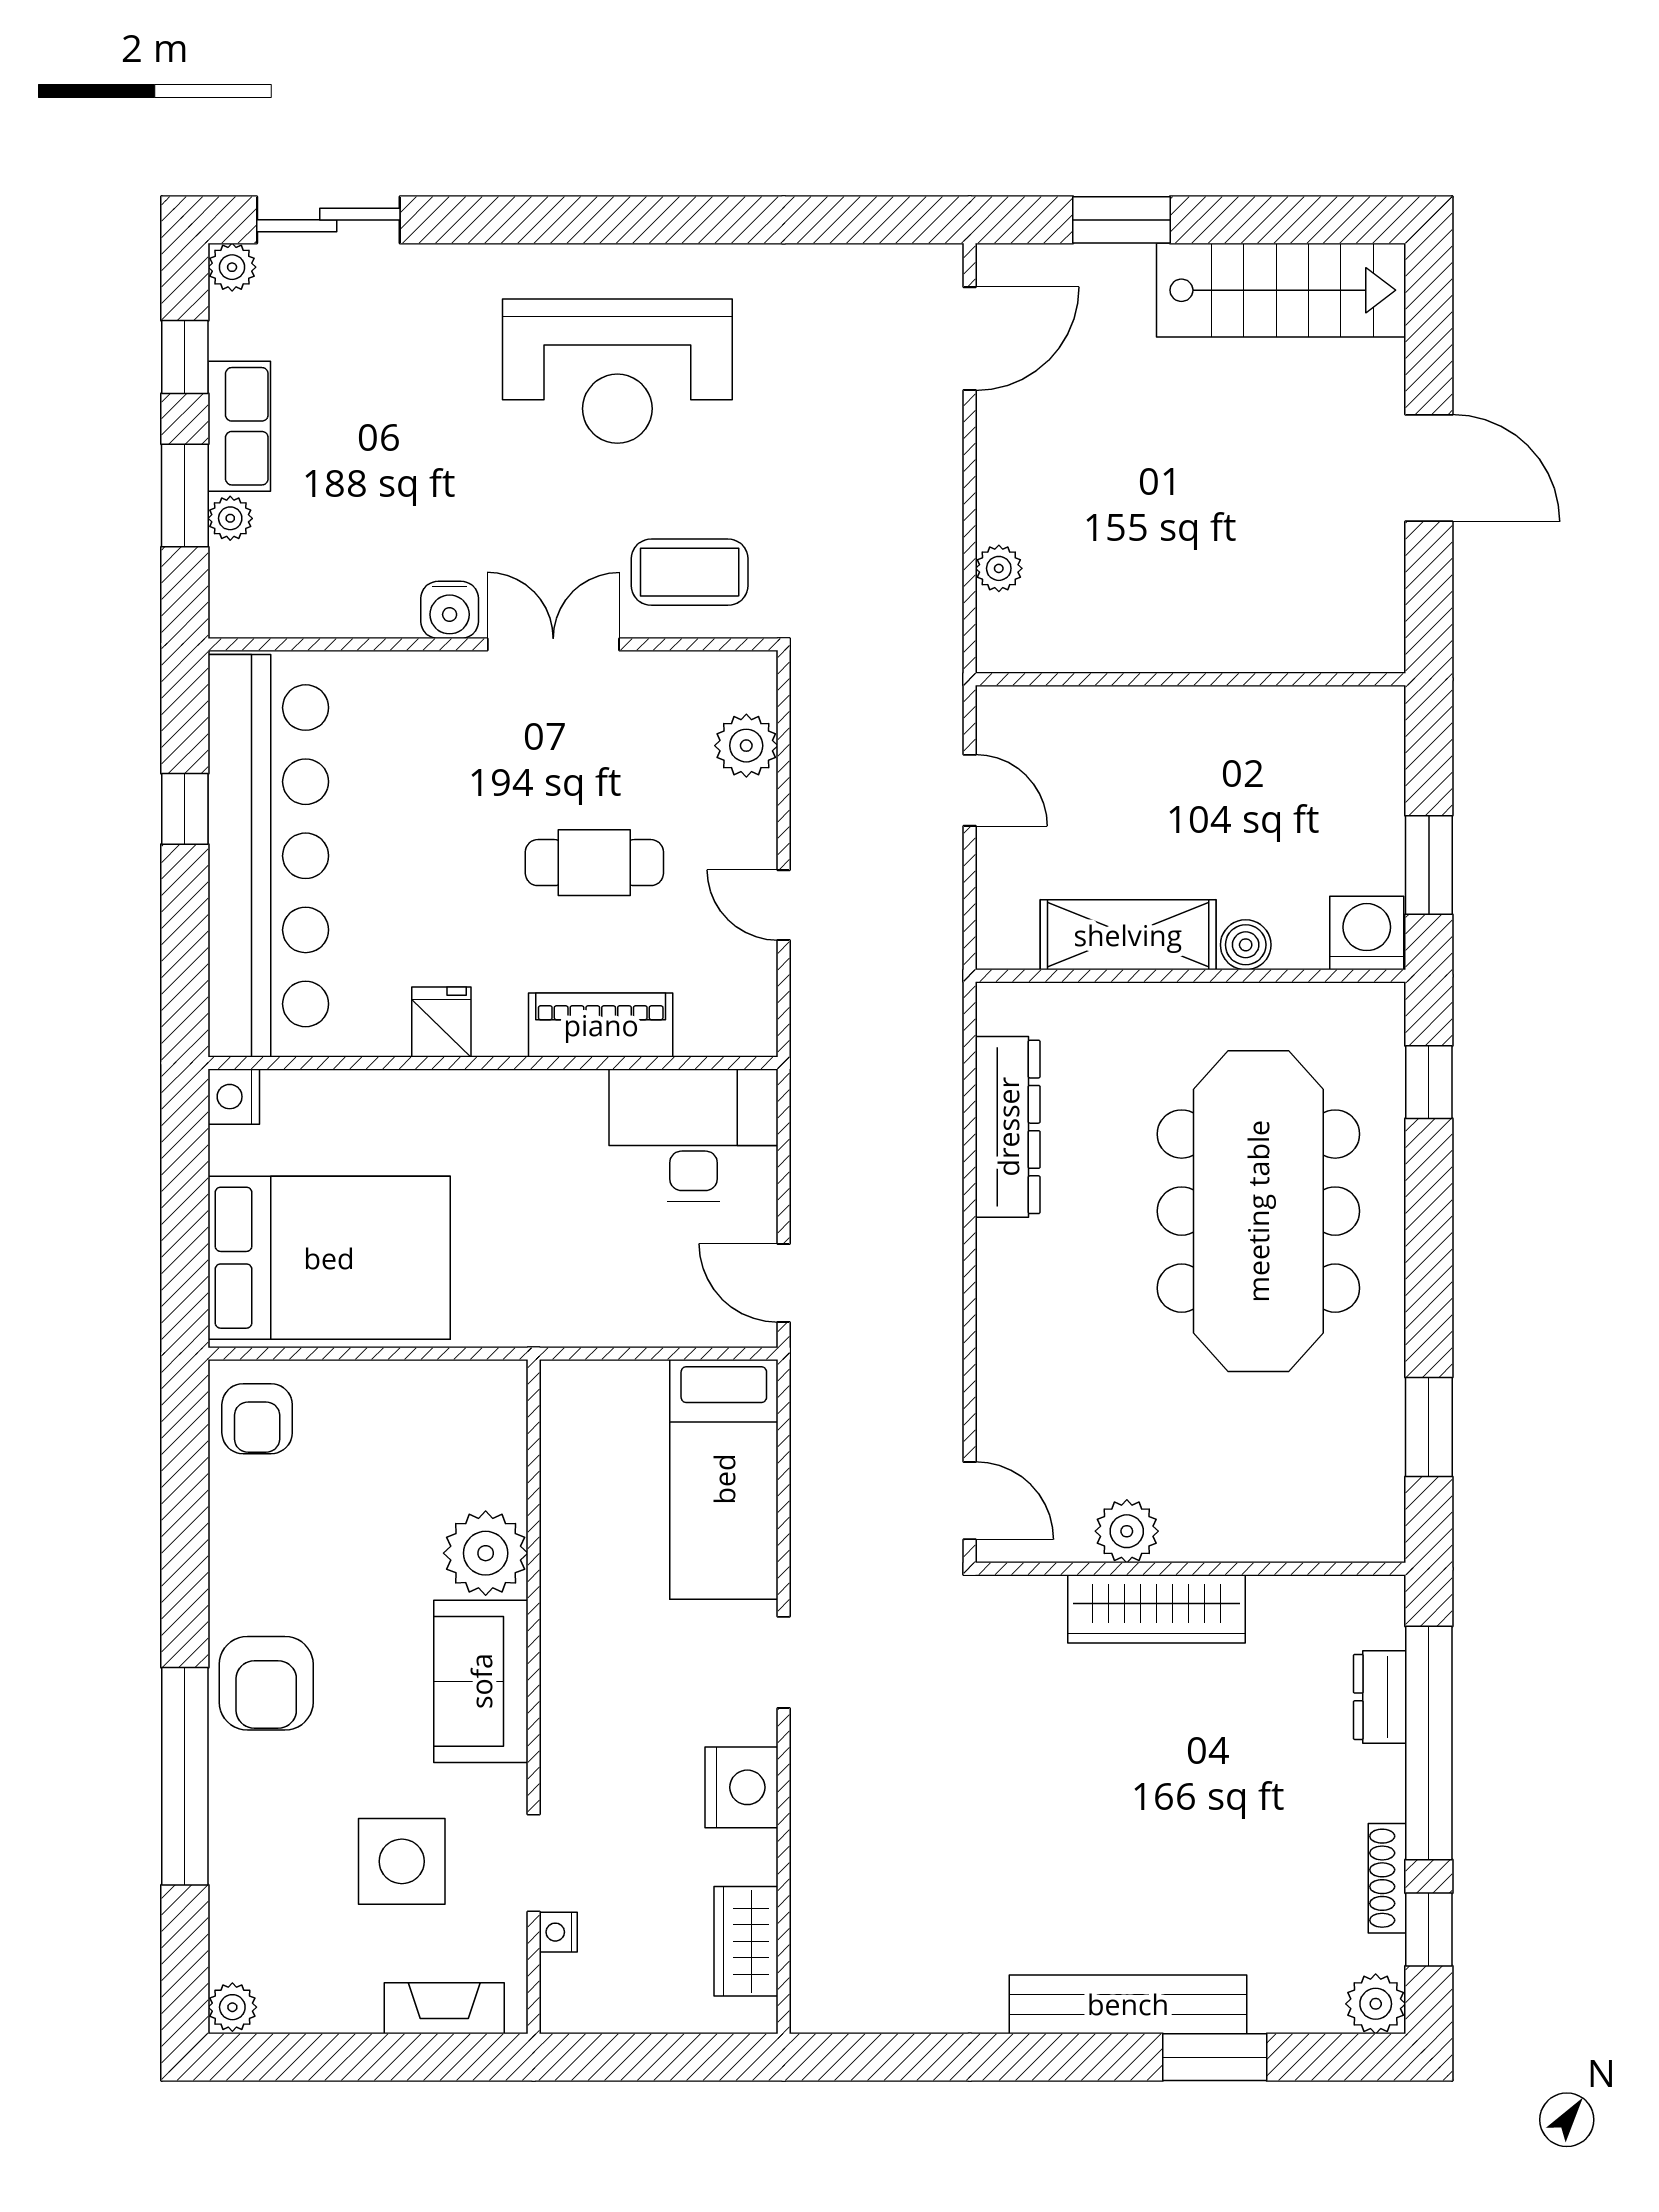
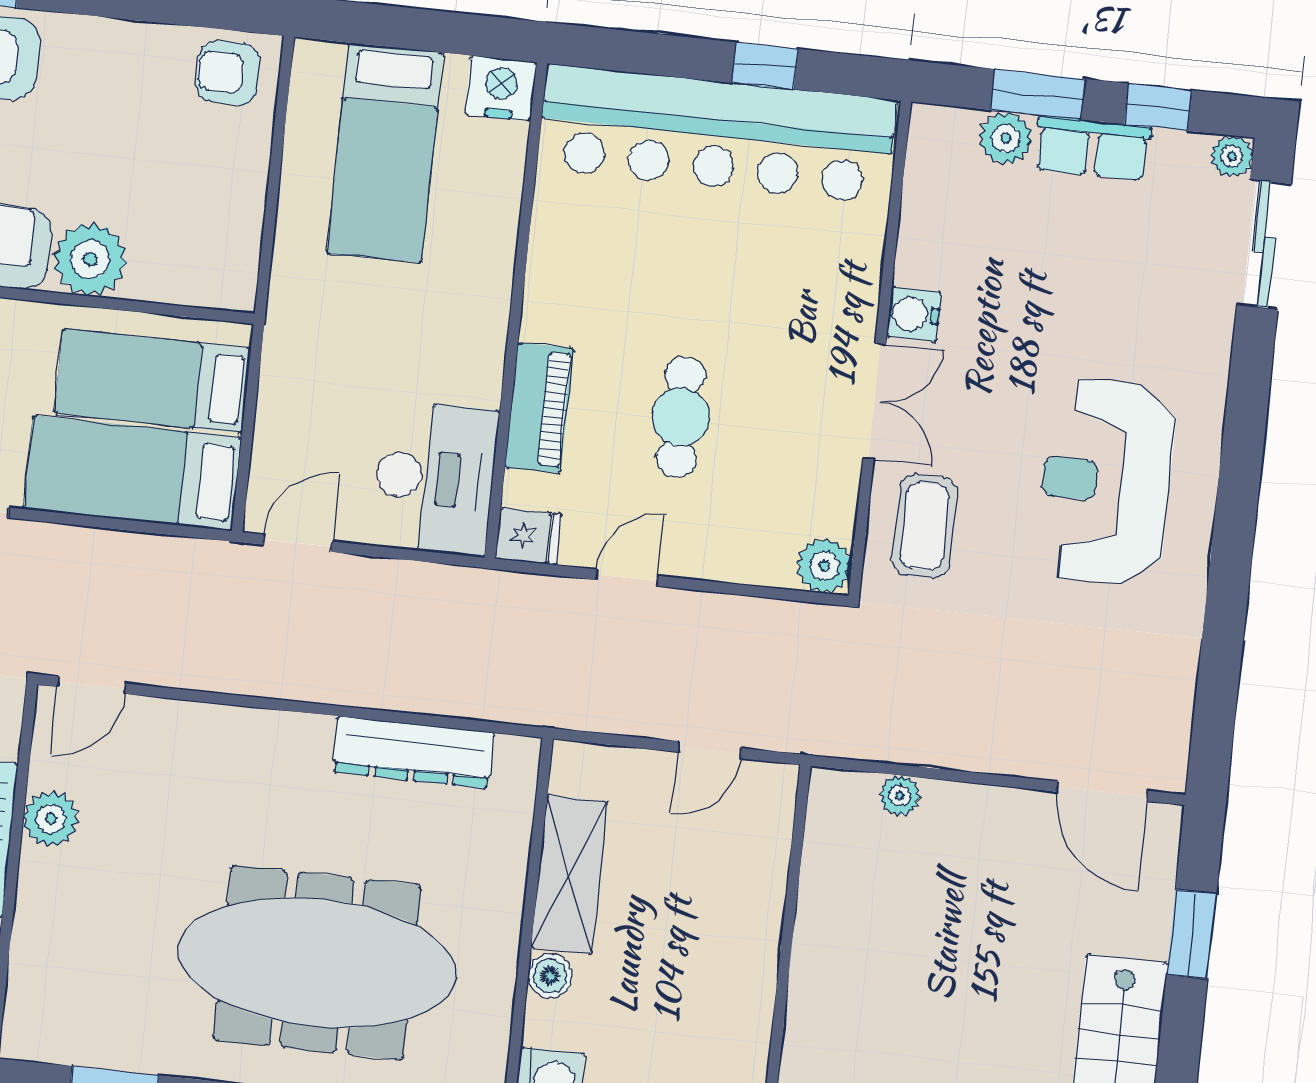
plant: (230, 518) -> (1006, 138), width x1.38, depth x1.38
plant: (746, 746) -> (824, 566), moved
fridge: (441, 1022) -> (528, 536), moved
nightstand: (234, 1097) -> (501, 88), width x1.36, depth x1.33
bed: (329, 1258) -> (385, 153), width x0.67
bed: (616, 1468) -> (153, 381), added

